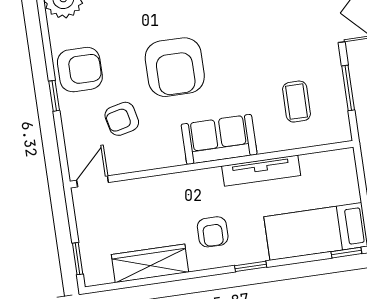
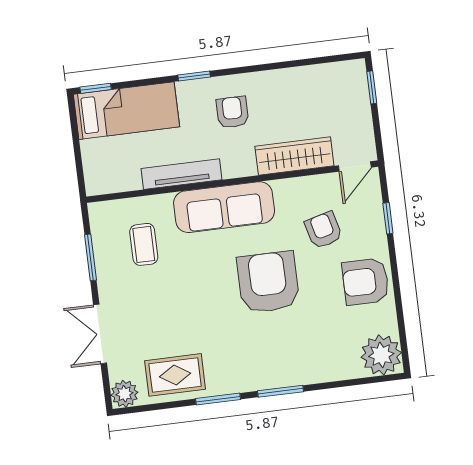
window: (54, 96) -> (388, 218), moved
armchair: (122, 119) -> (323, 230), turned -92
sofa: (219, 139) -> (224, 207), width x1.36
wardrobe: (150, 263) -> (294, 156), moved, turned 180

